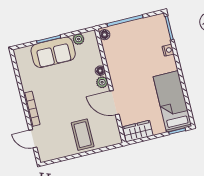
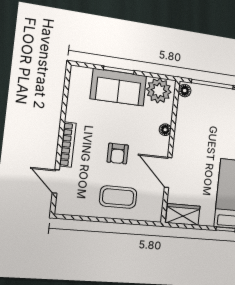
plant: (79, 39) -> (159, 91), width x1.87, depth x1.87
plant: (102, 82) -> (163, 144), removed
armchair: (70, 102) -> (118, 154), added
coffee table: (83, 135) -> (118, 197), turned 90

